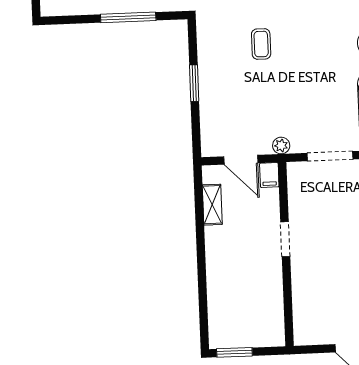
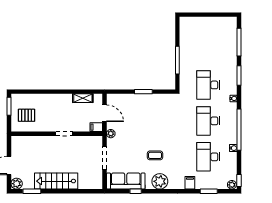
coffee table: (261, 44) -> (155, 155), moved
door: (241, 160) -> (104, 113), swing flipped
pallet: (251, 316) -> (27, 115), added

